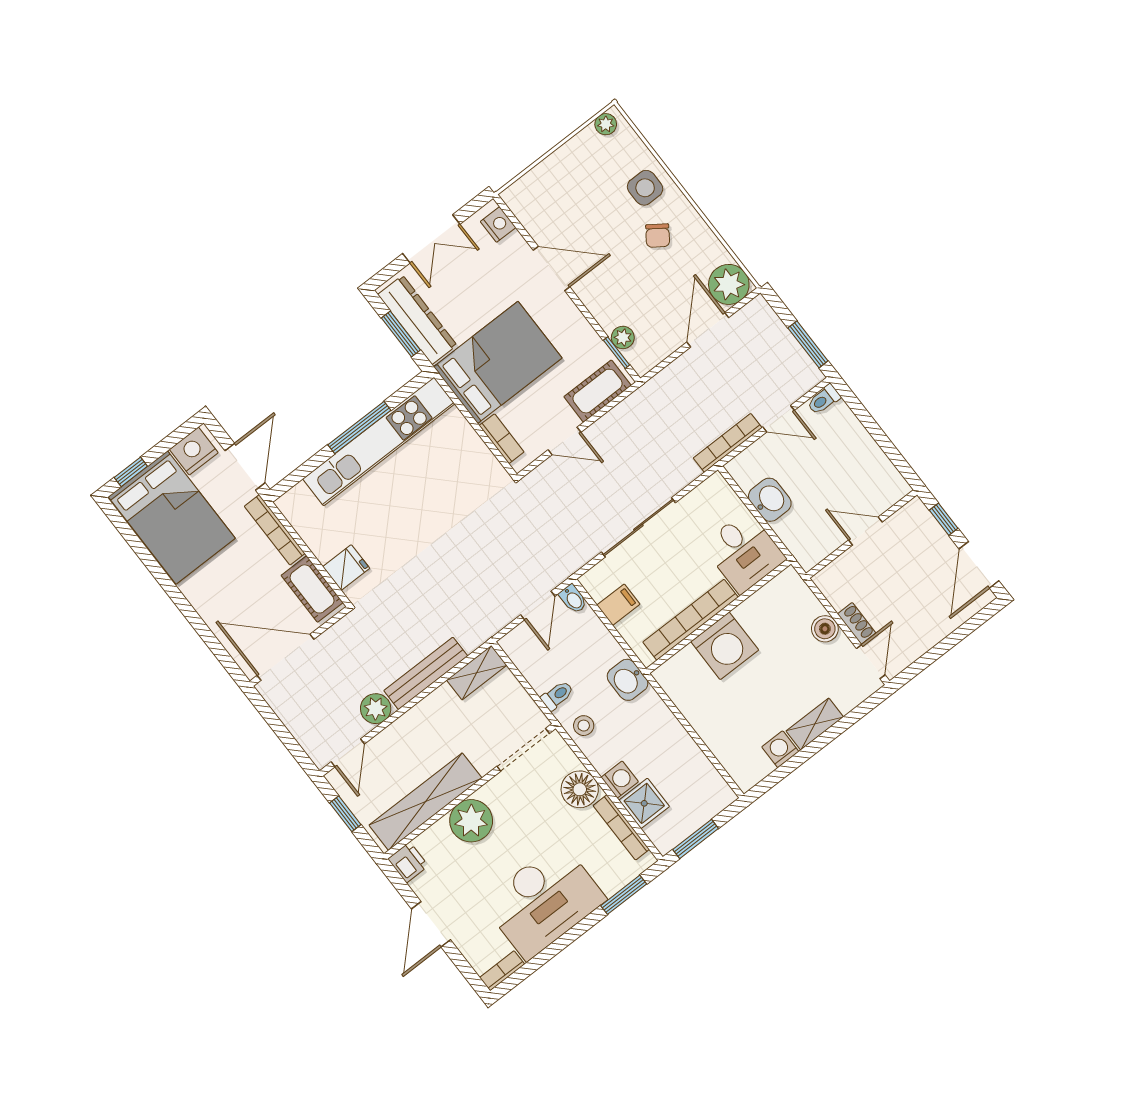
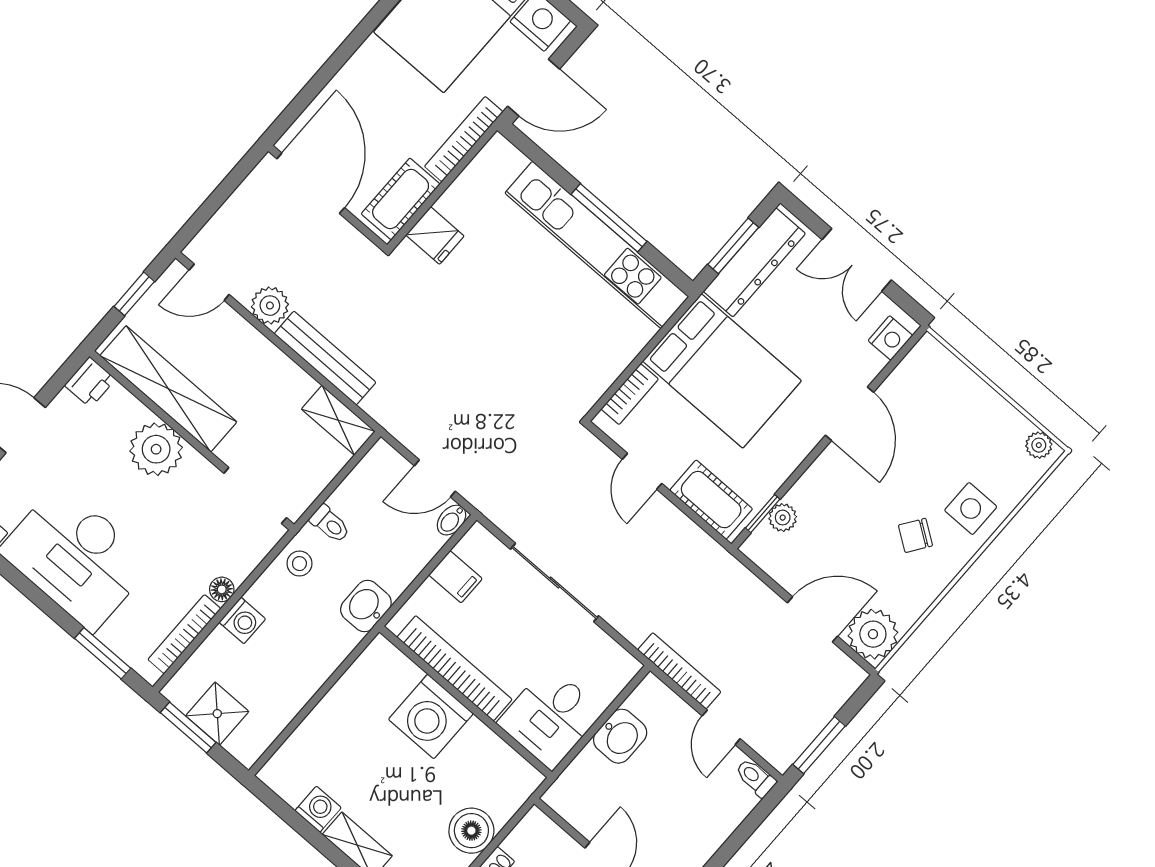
boiler: (825, 629) -> (471, 831), width x1.36, depth x1.36
floor lamp: (580, 789) -> (222, 589), width x0.53, depth x0.53
shower: (644, 803) -> (217, 714), moved

